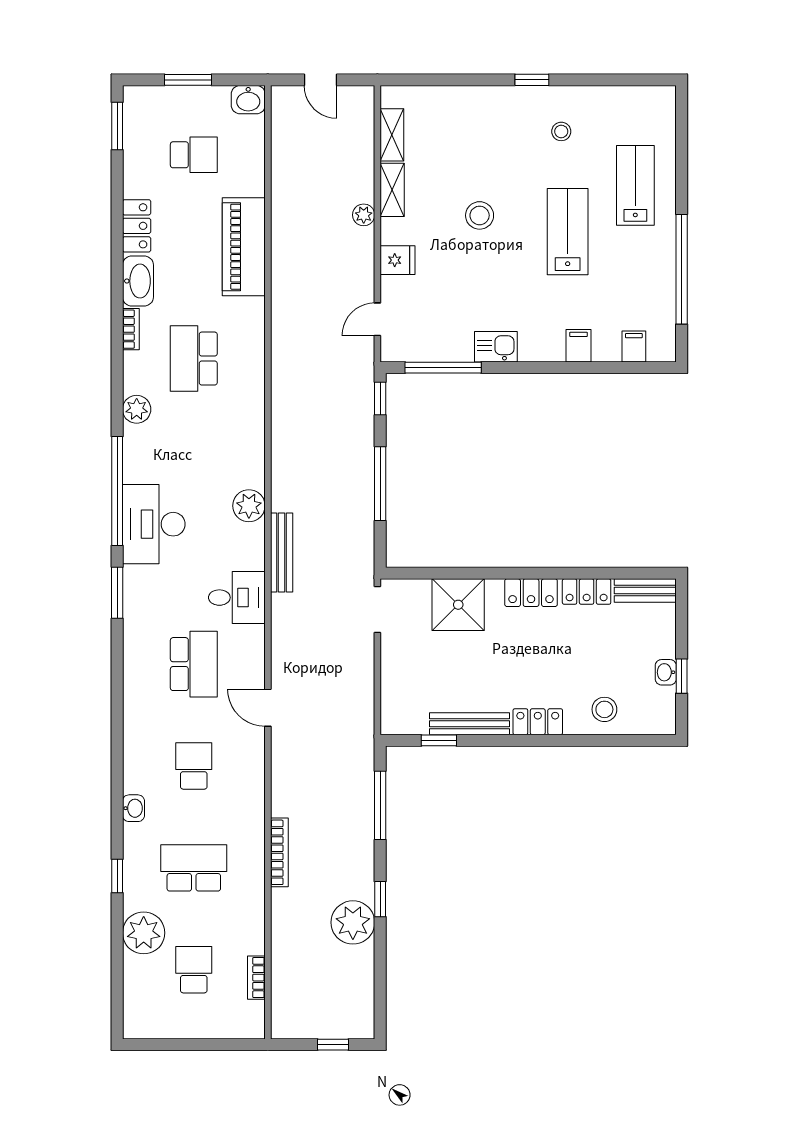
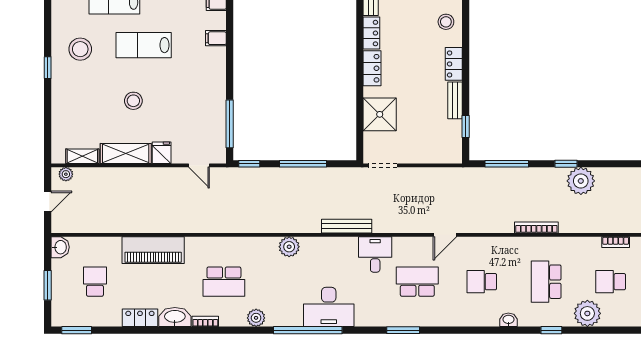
stool: (561, 131) -> (80, 49), width x1.89, depth x1.89
shelving: (392, 190) -> (126, 154), width x1.50, depth x1.33
plant: (364, 215) -> (66, 174), moved
kitchen sink: (496, 347) -> (216, 90), removed
plant: (249, 506) -> (289, 247), moved
window: (117, 593) -> (403, 330), moved
bench: (470, 724) -> (455, 100), width x0.73

